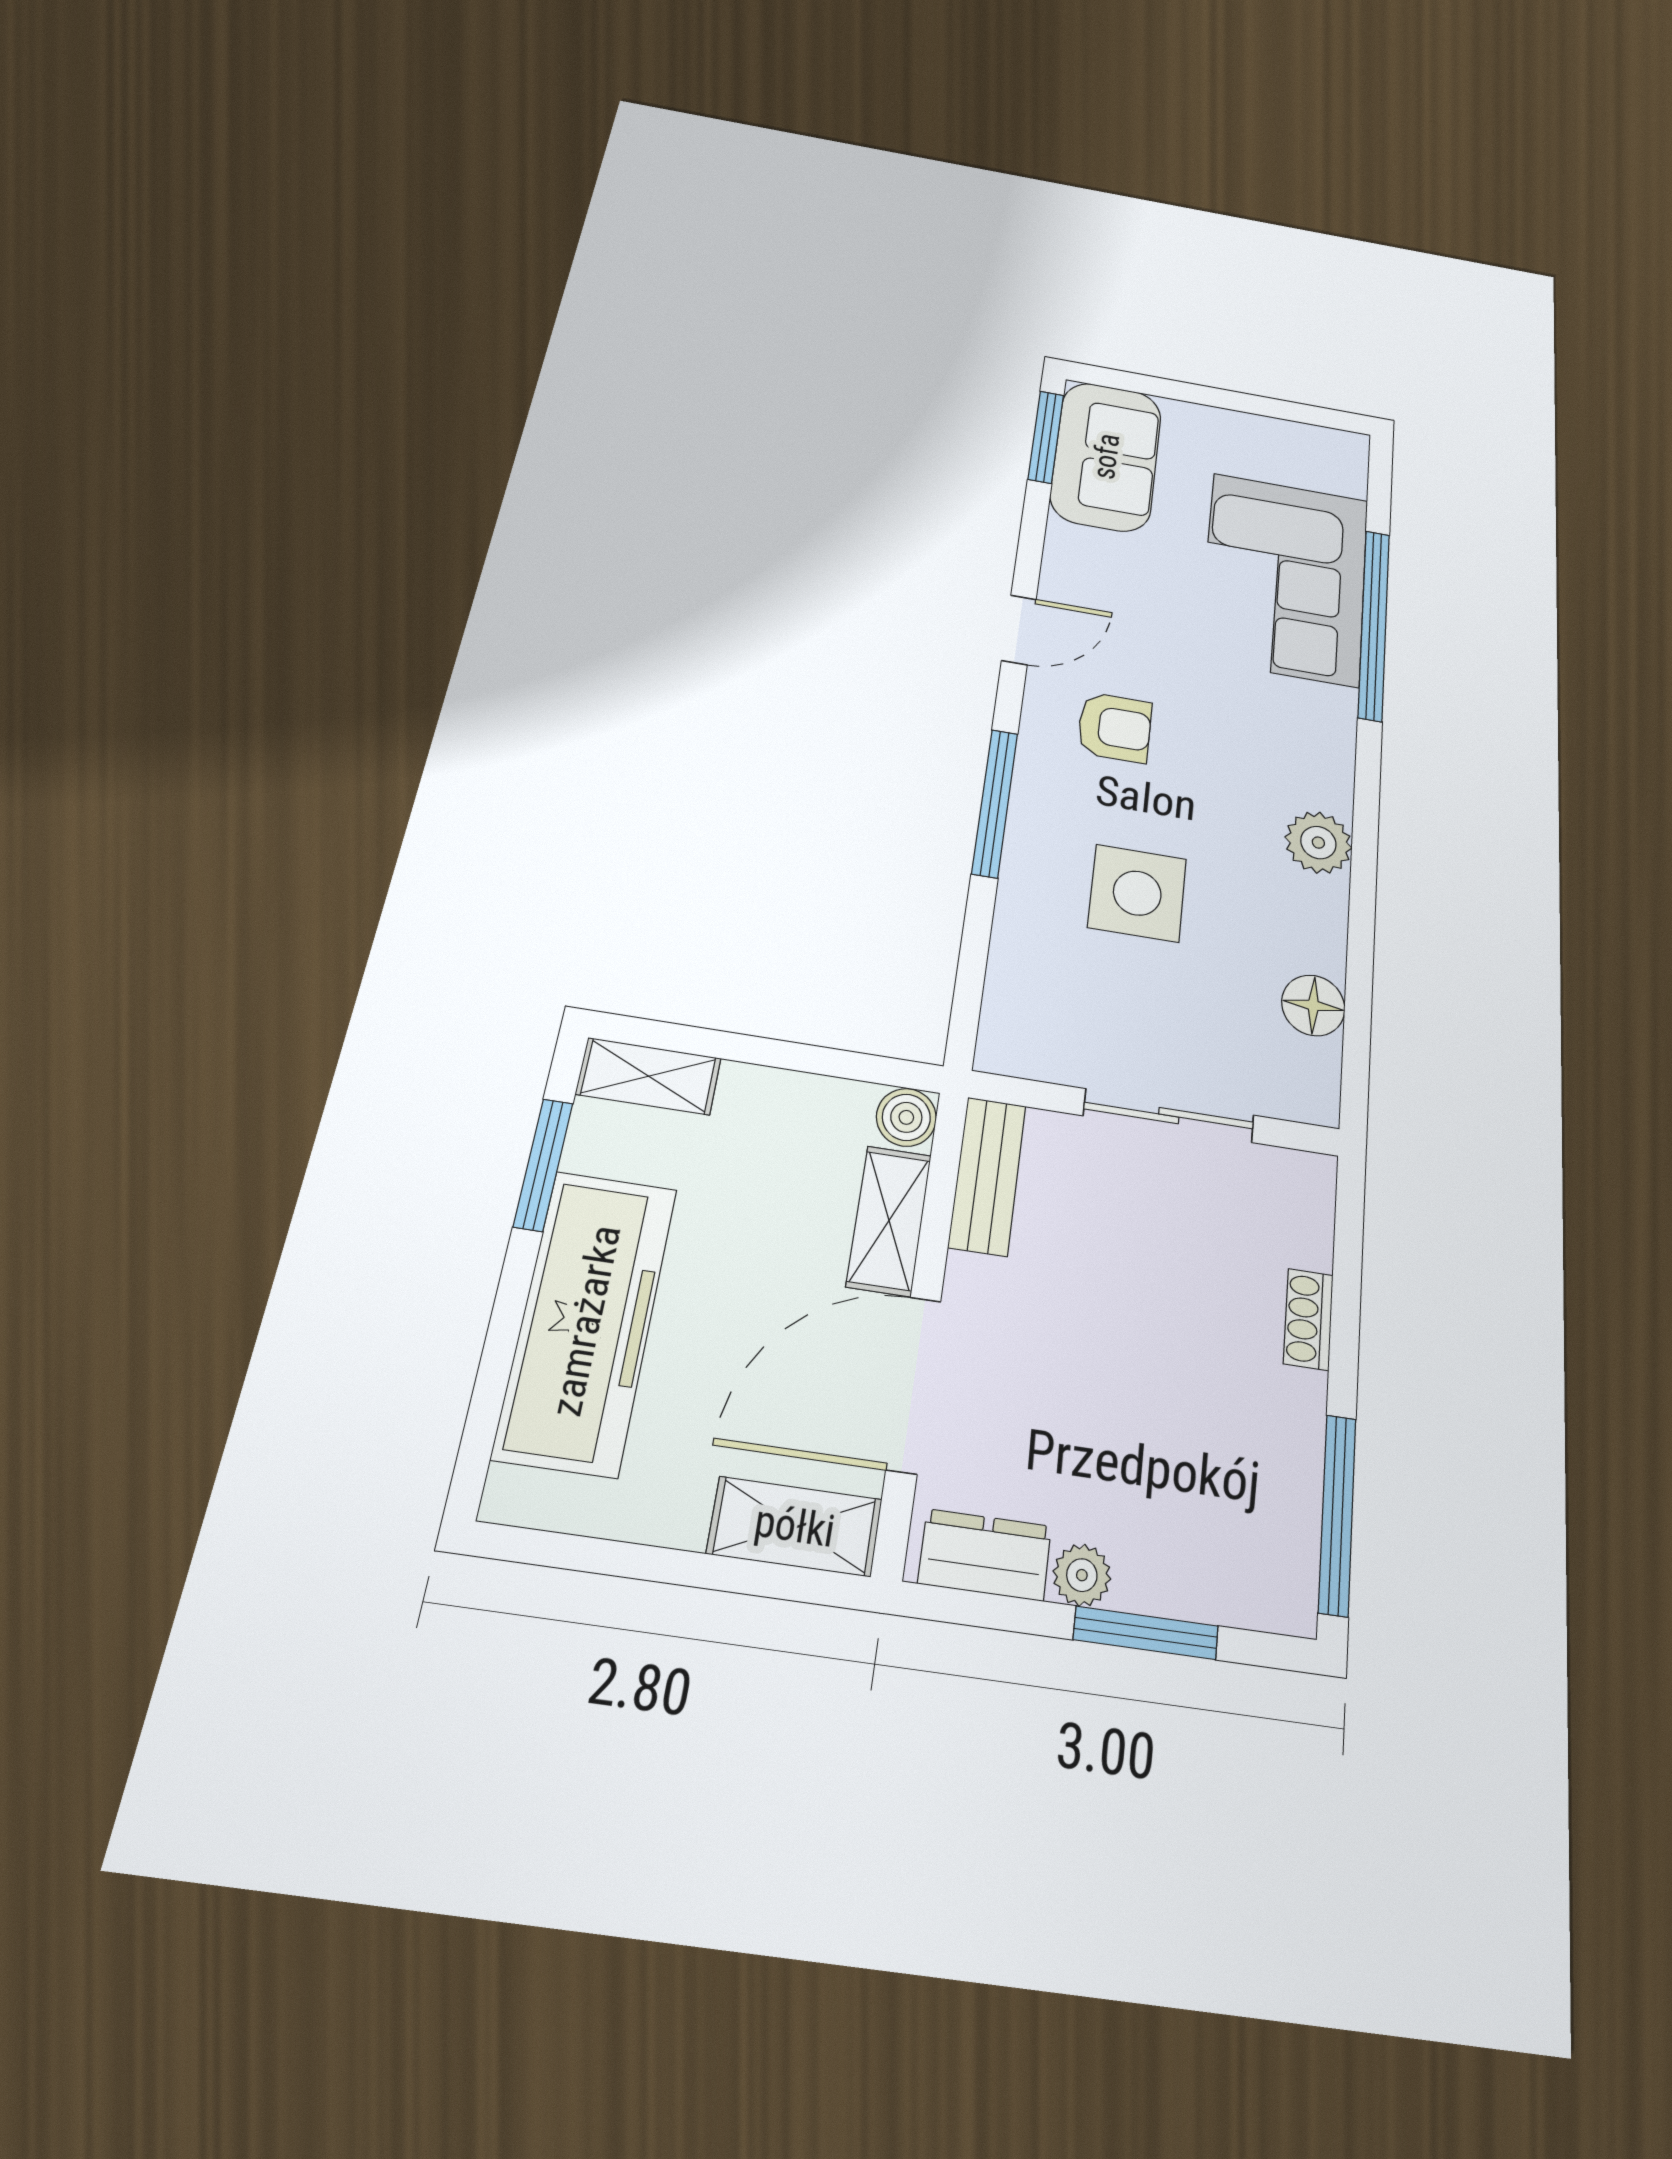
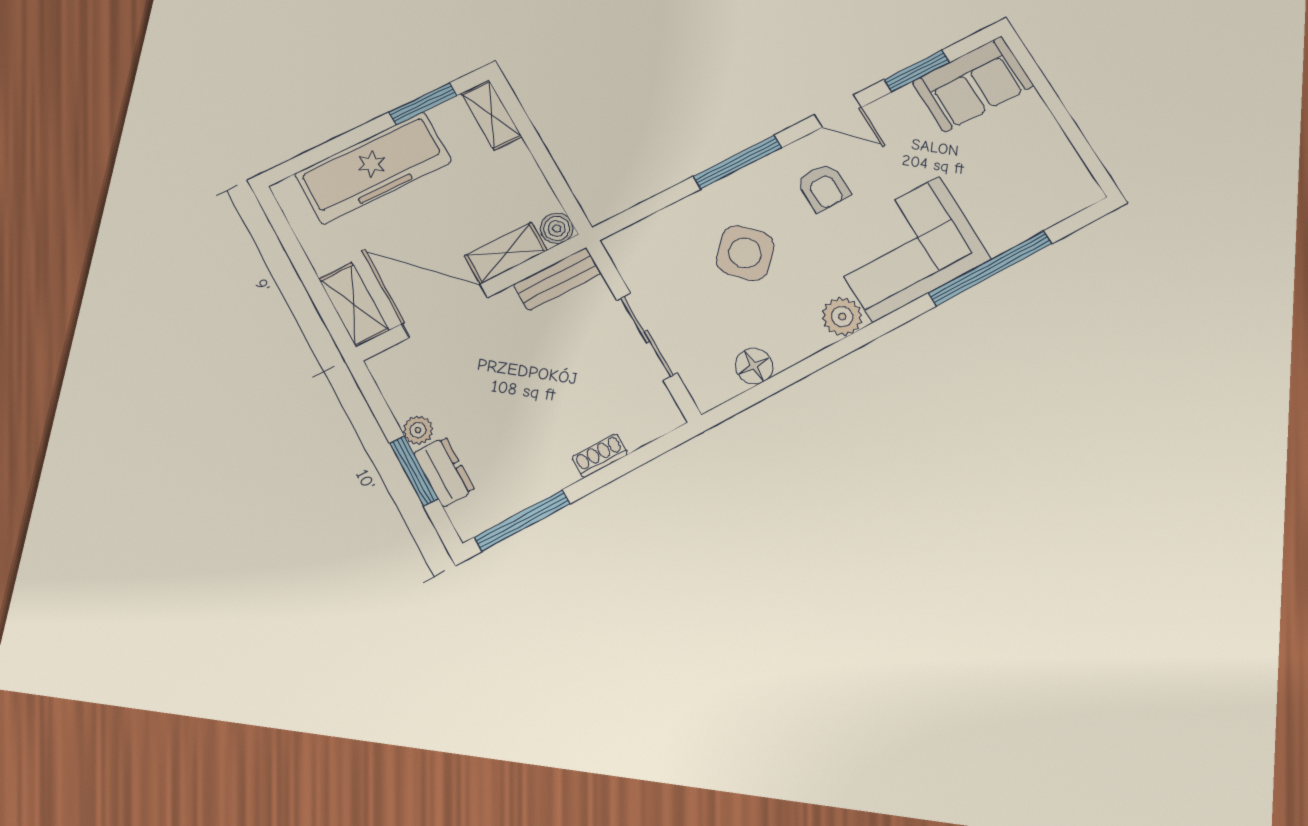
window: (1046, 437) -> (917, 71), moved
corner sofa: (1285, 578) -> (906, 249), moved
side table: (1137, 893) -> (745, 253), turned 45
dresser: (985, 1555) -> (444, 472), moved

